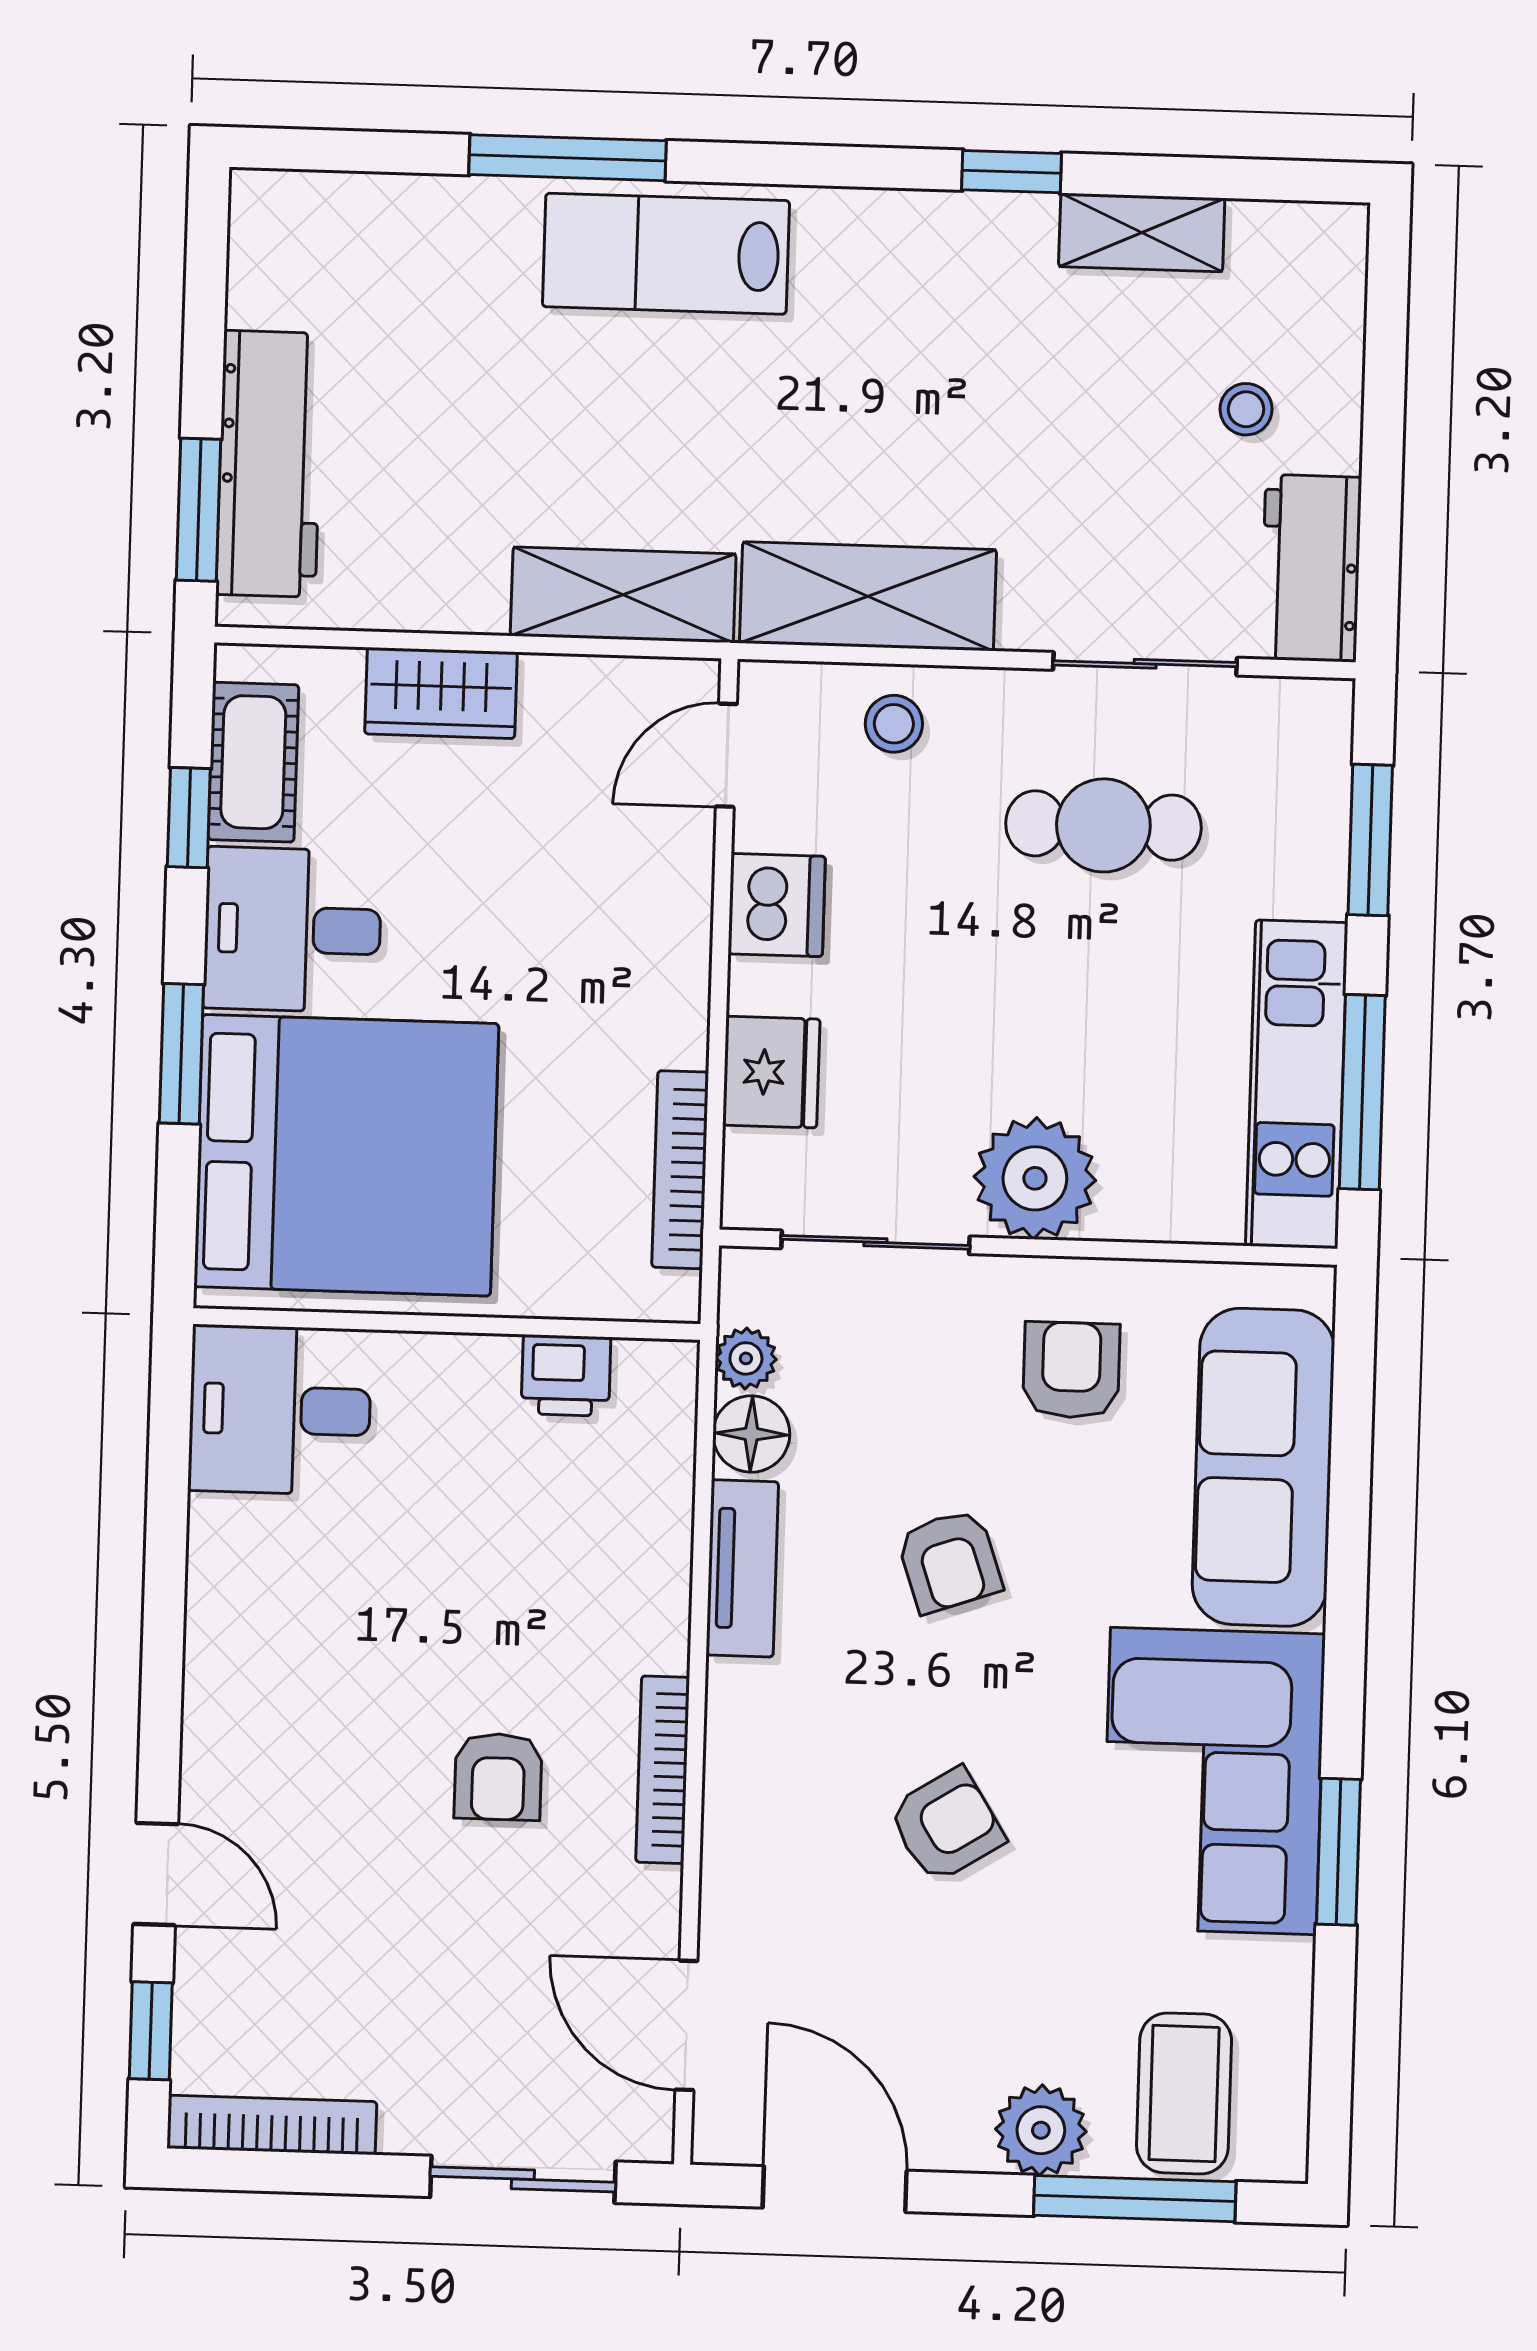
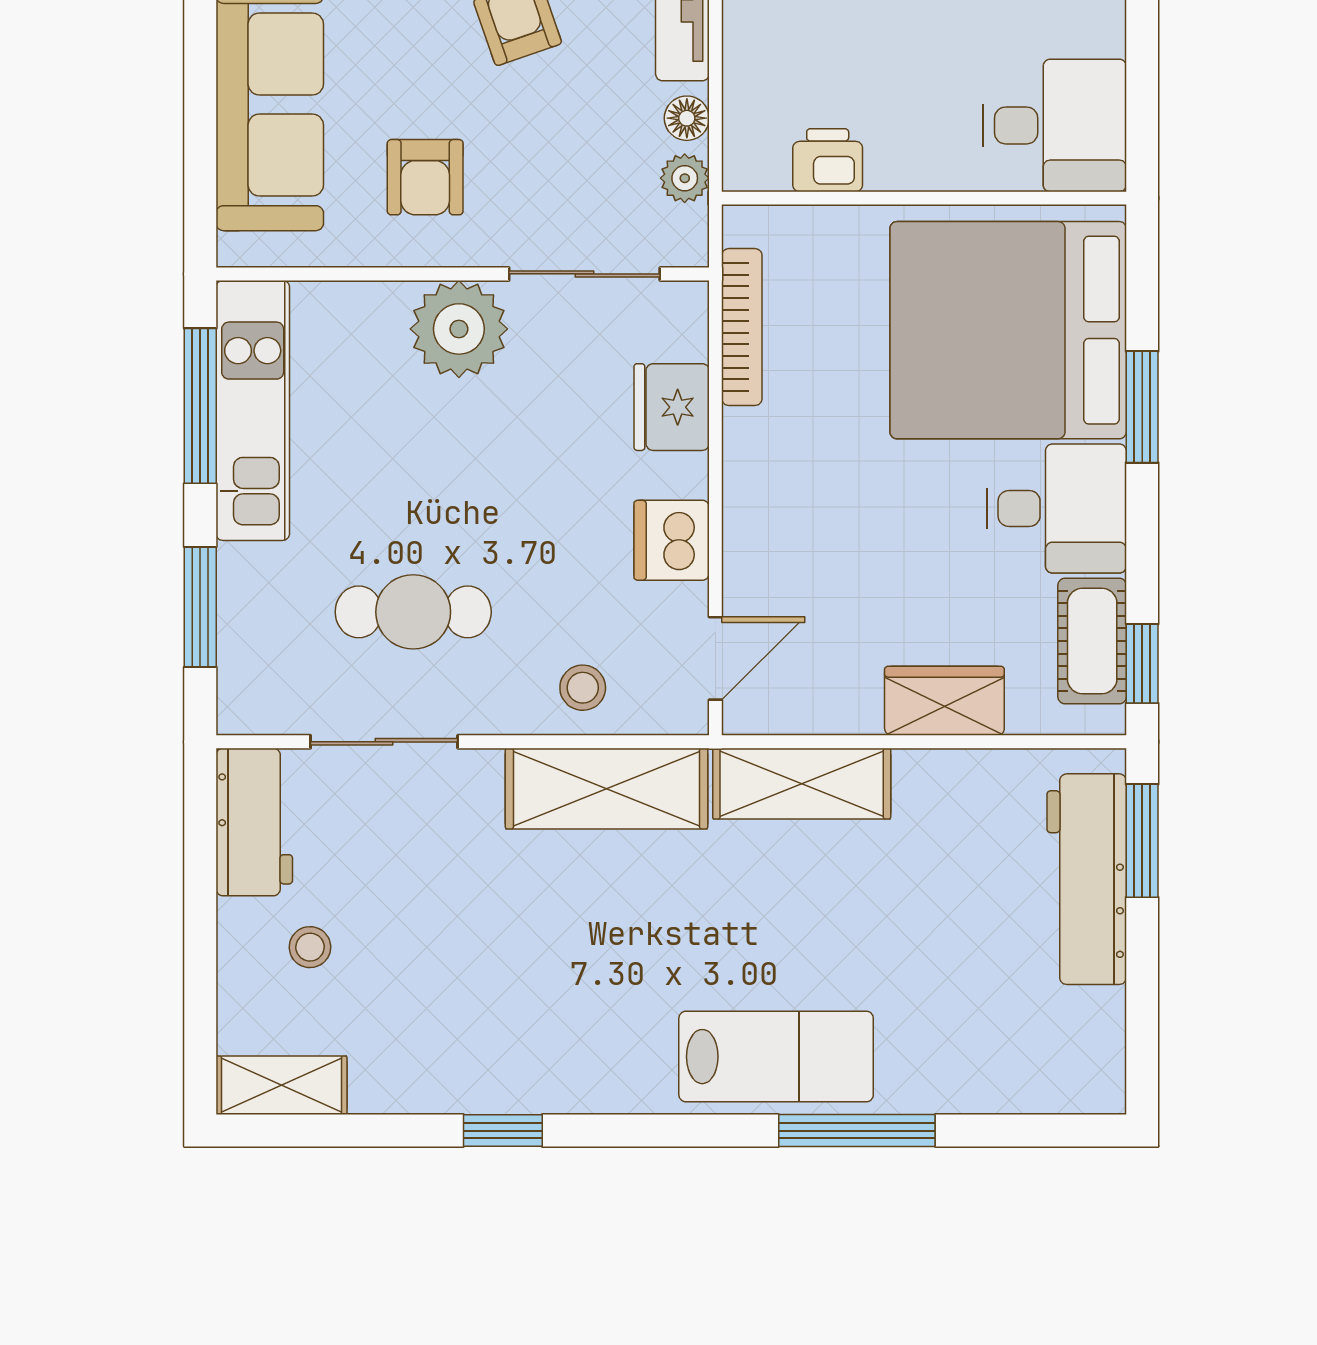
shelving: (1142, 232) -> (281, 1085), moved
window: (189, 818) -> (1142, 664), moved
floor lamp: (751, 1434) -> (687, 118), width x0.73, depth x0.73

